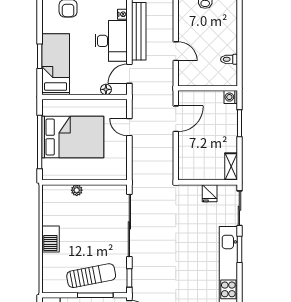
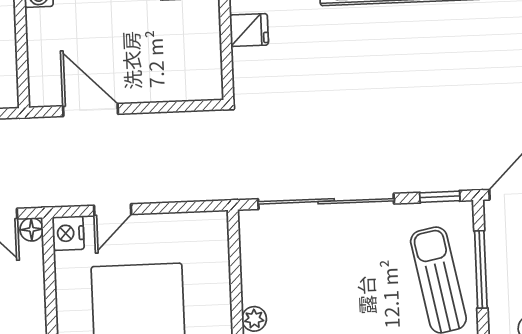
floor lamp: (106, 89) -> (32, 229), moved
nightstand: (120, 106) -> (68, 233), added

